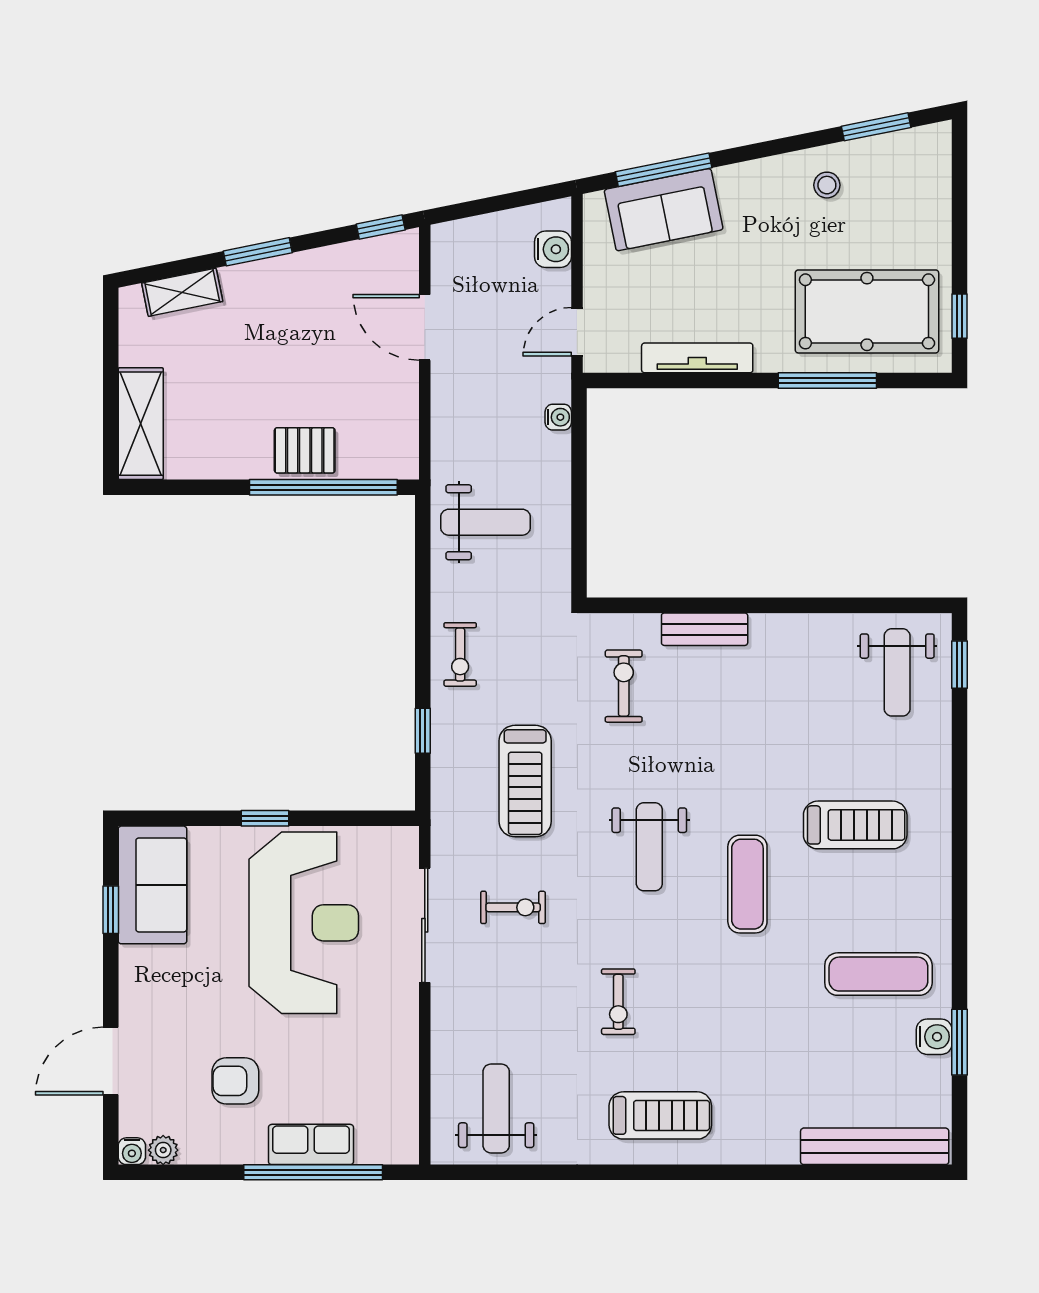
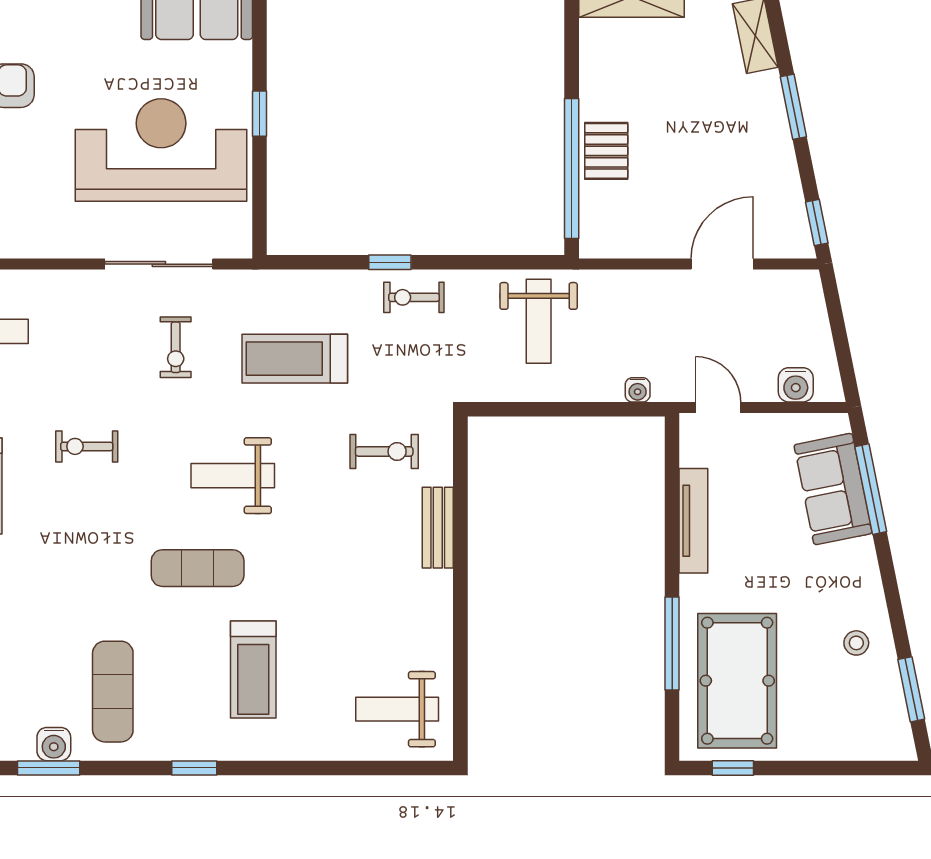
window: (960, 665) -> (194, 768), moved
window: (423, 731) -> (390, 262), moved
reception desk: (304, 923) -> (161, 150), turned 180

